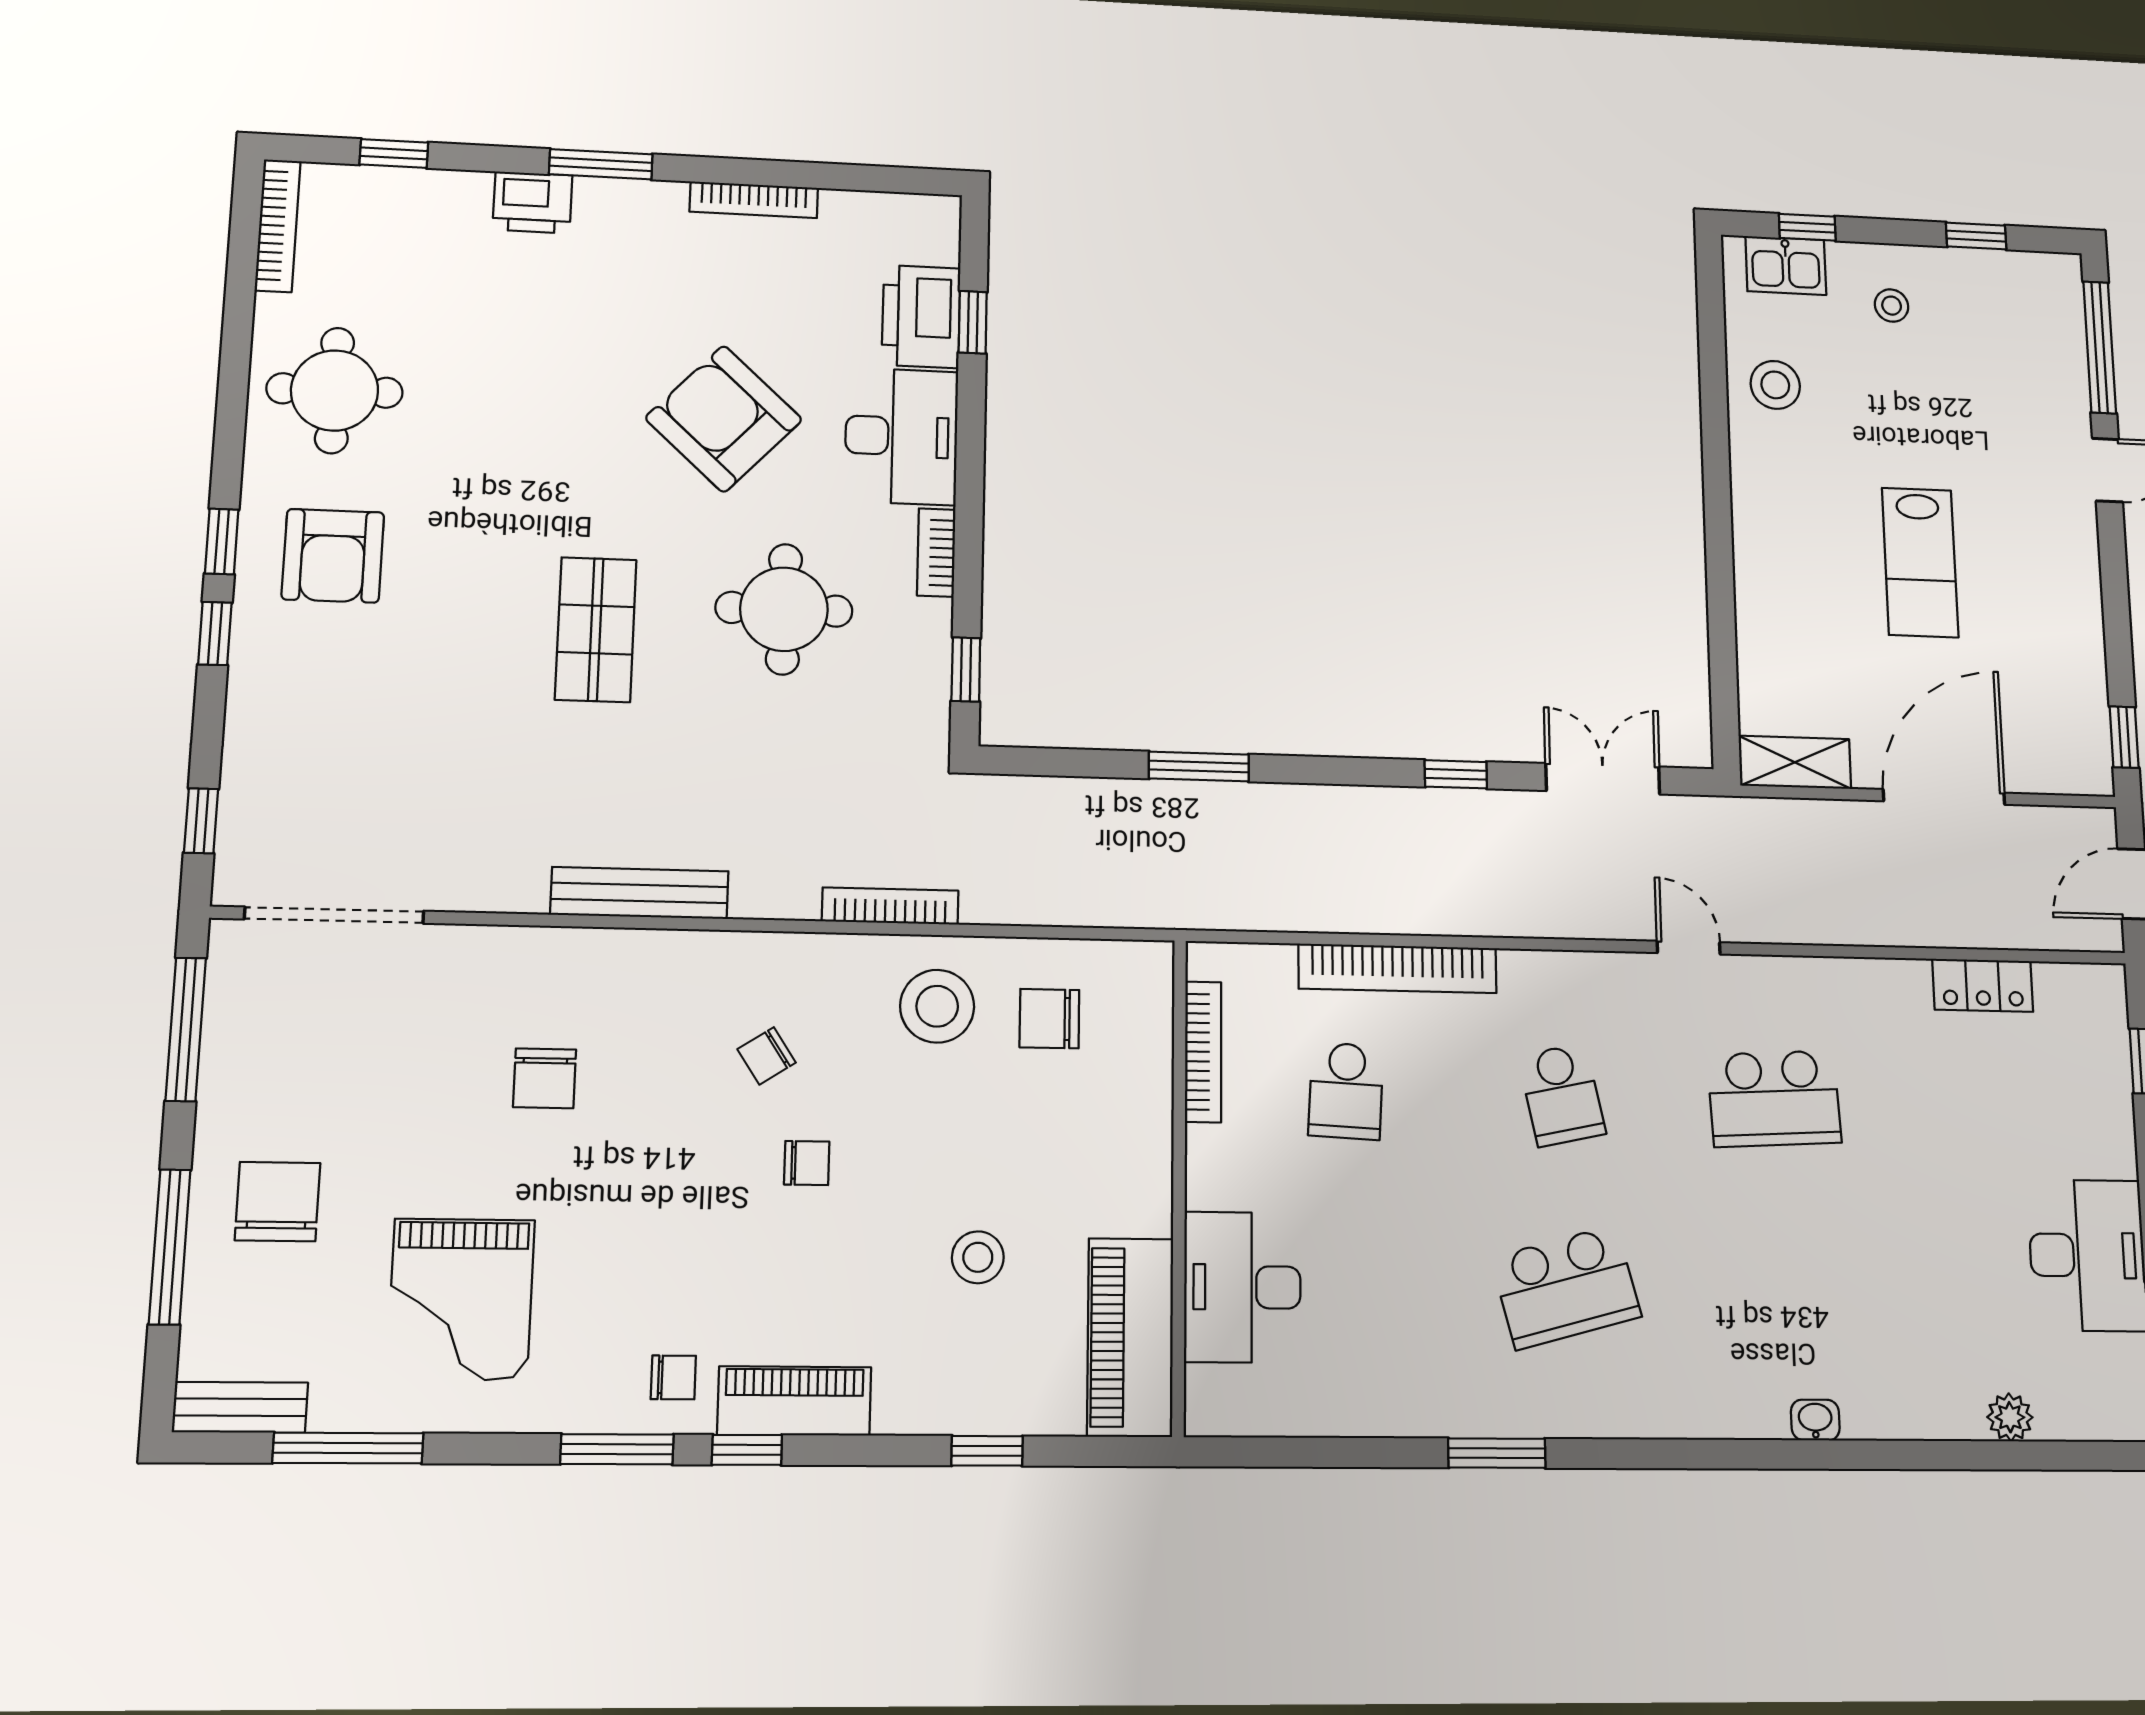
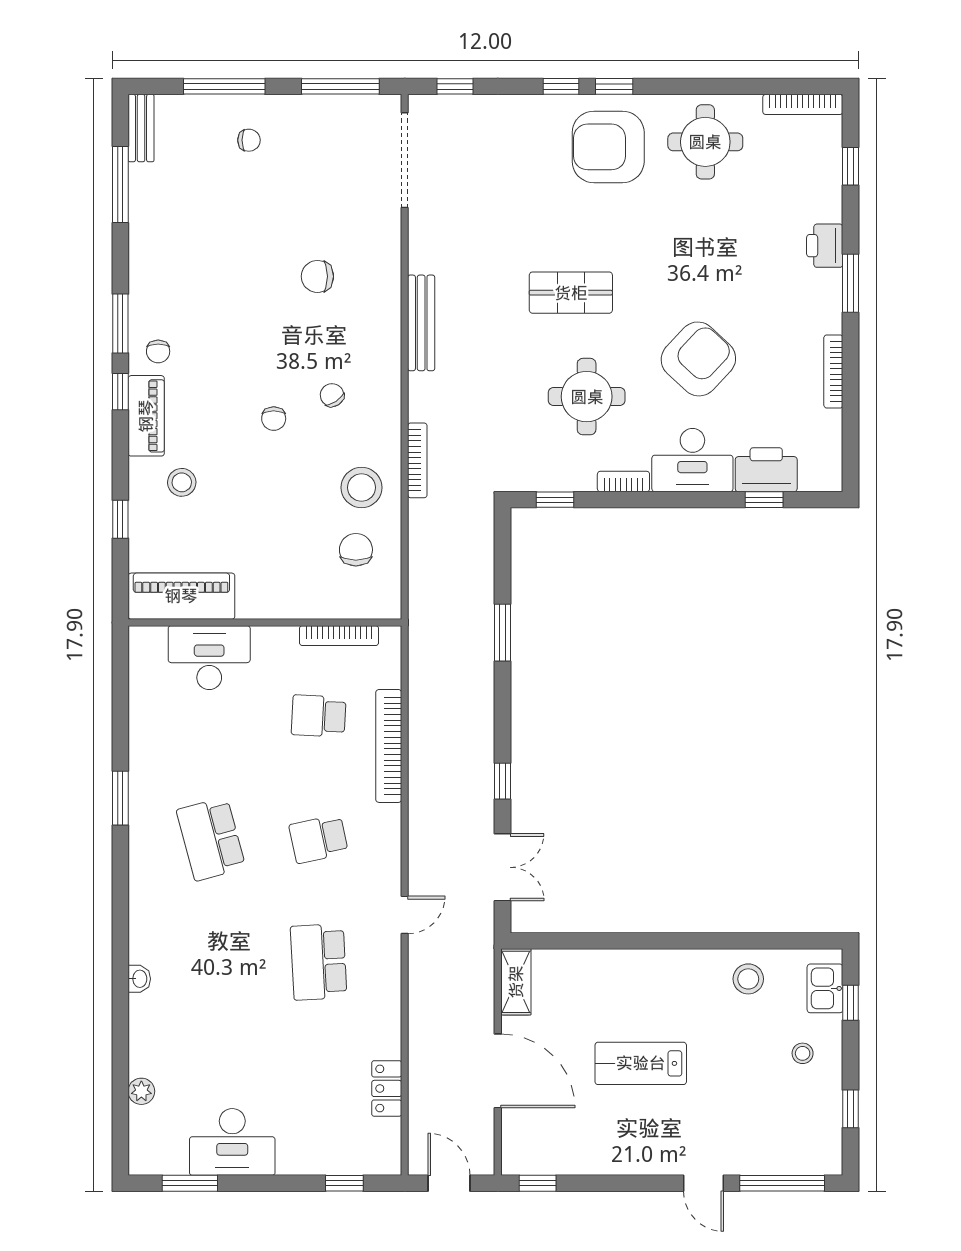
armchair: (333, 556) -> (608, 147), width x1.36, depth x1.36
chair: (278, 1202) -> (249, 140), width x0.54, depth x0.54
stool: (978, 1257) -> (182, 482), moved
grand piano: (461, 1299) -> (198, 238), removed

